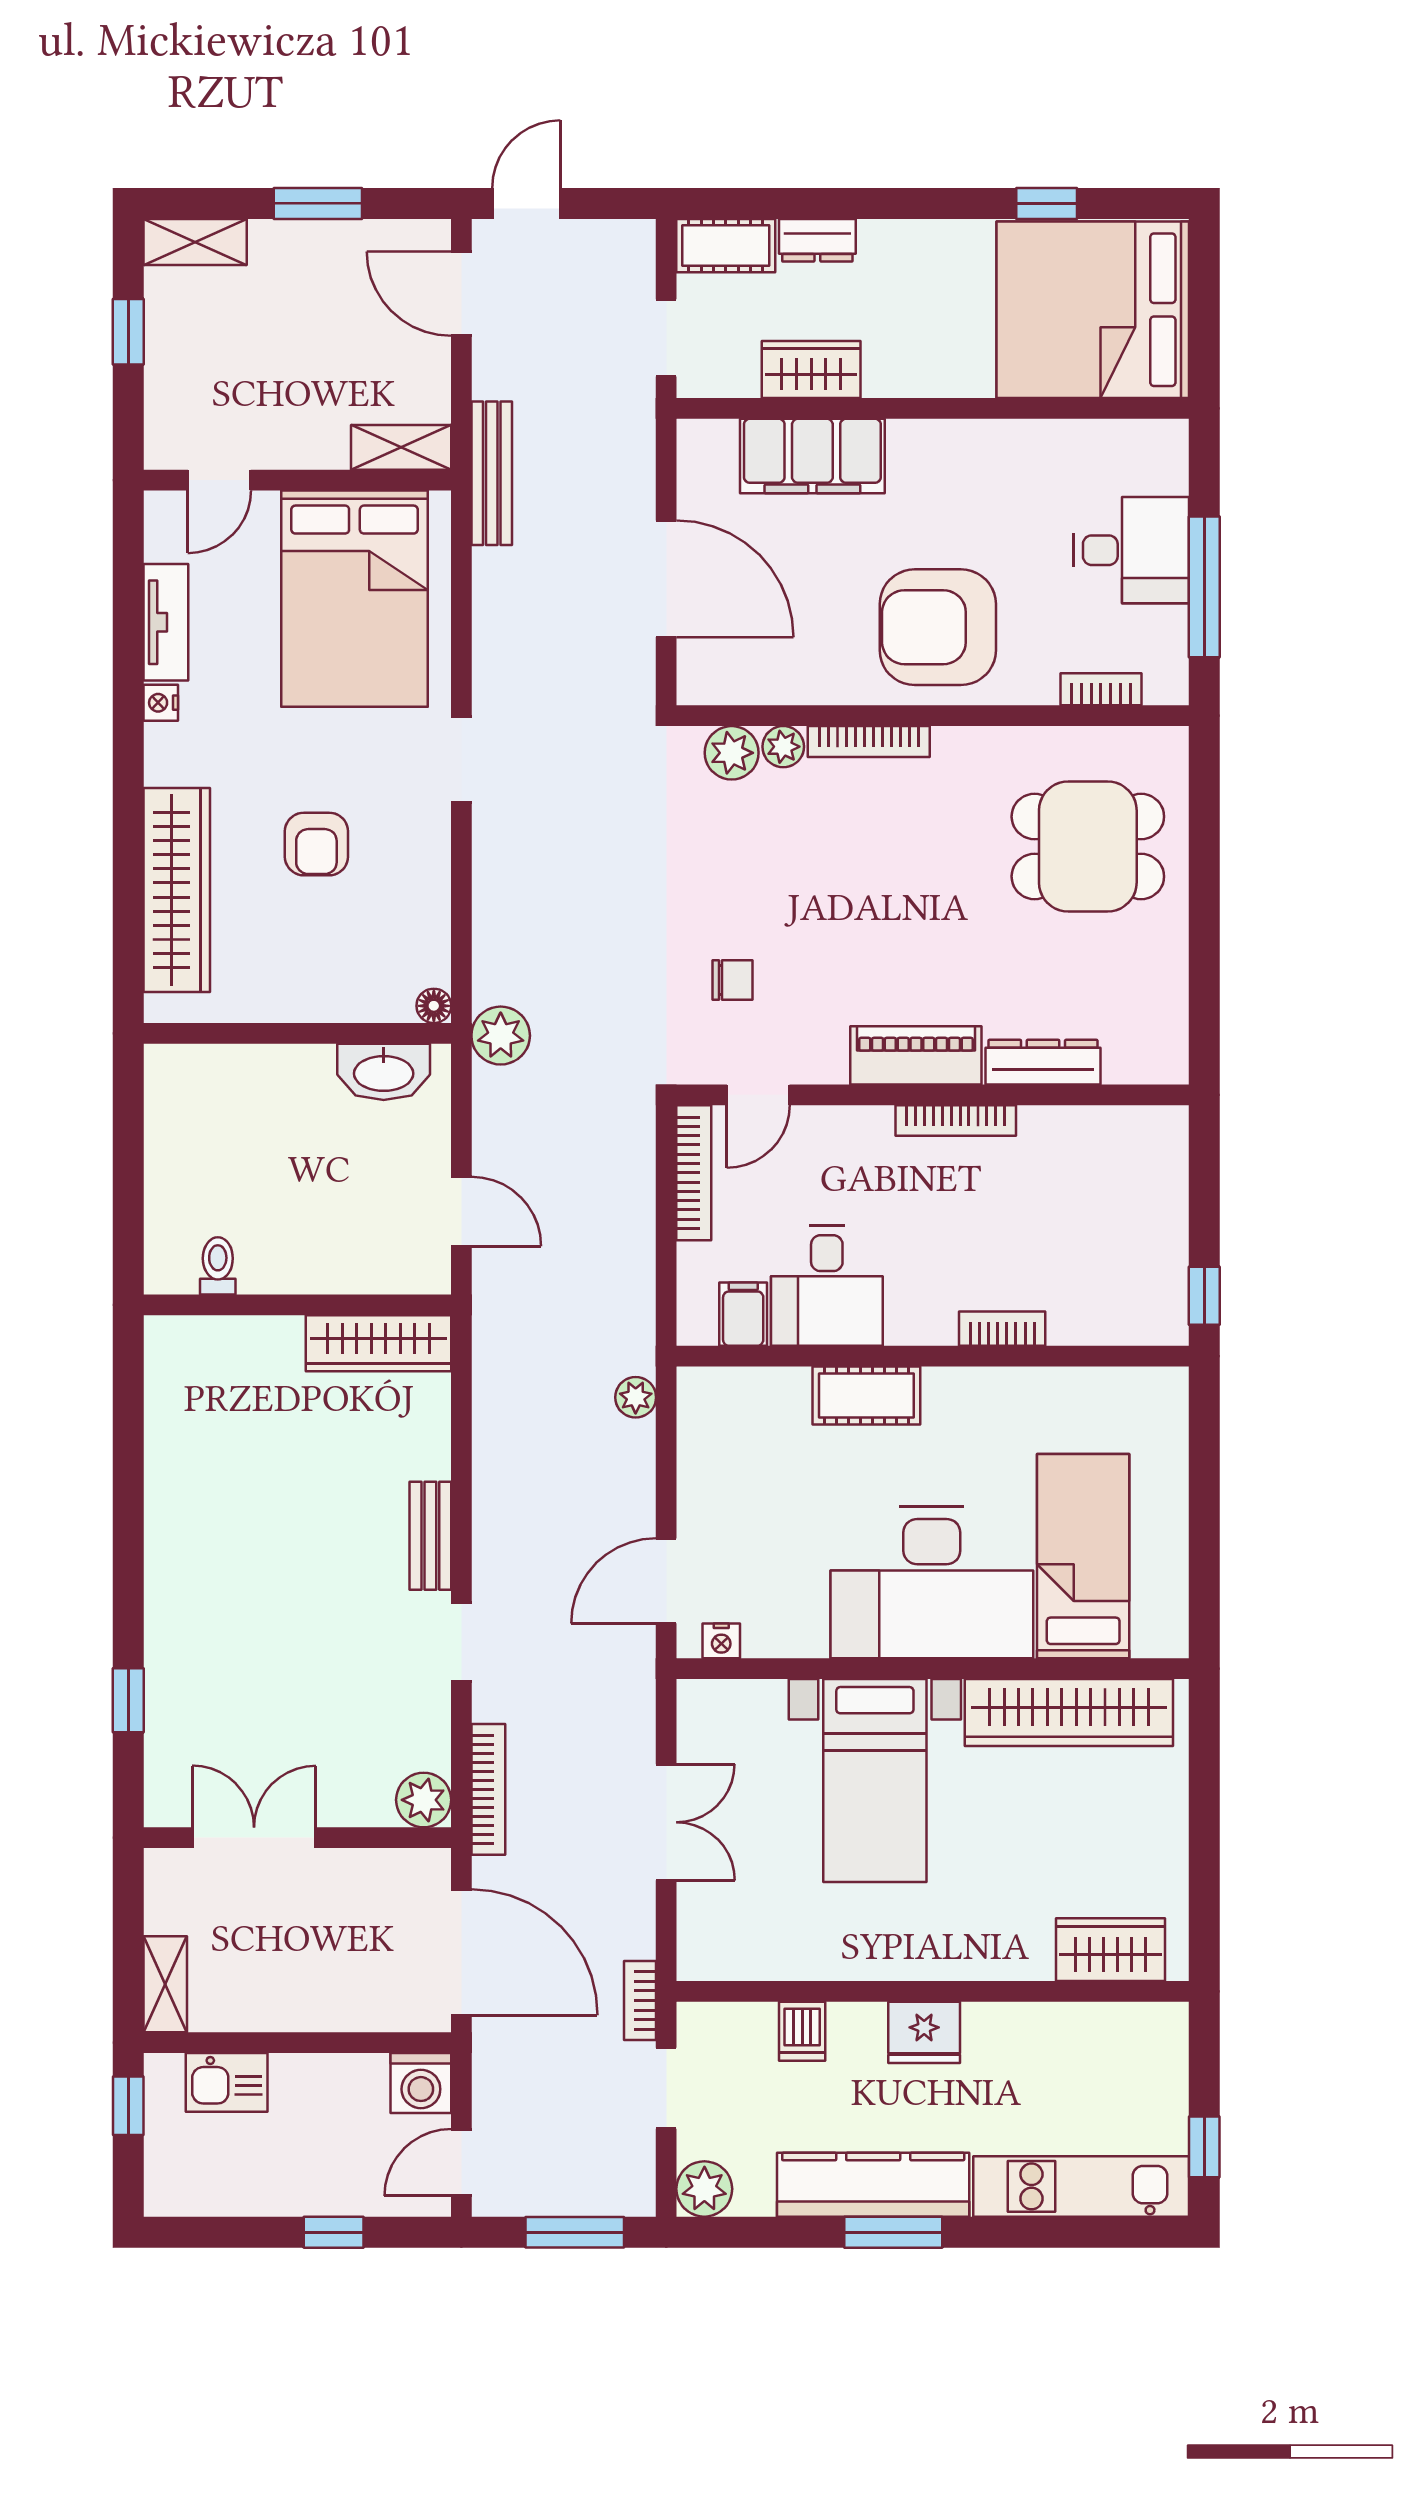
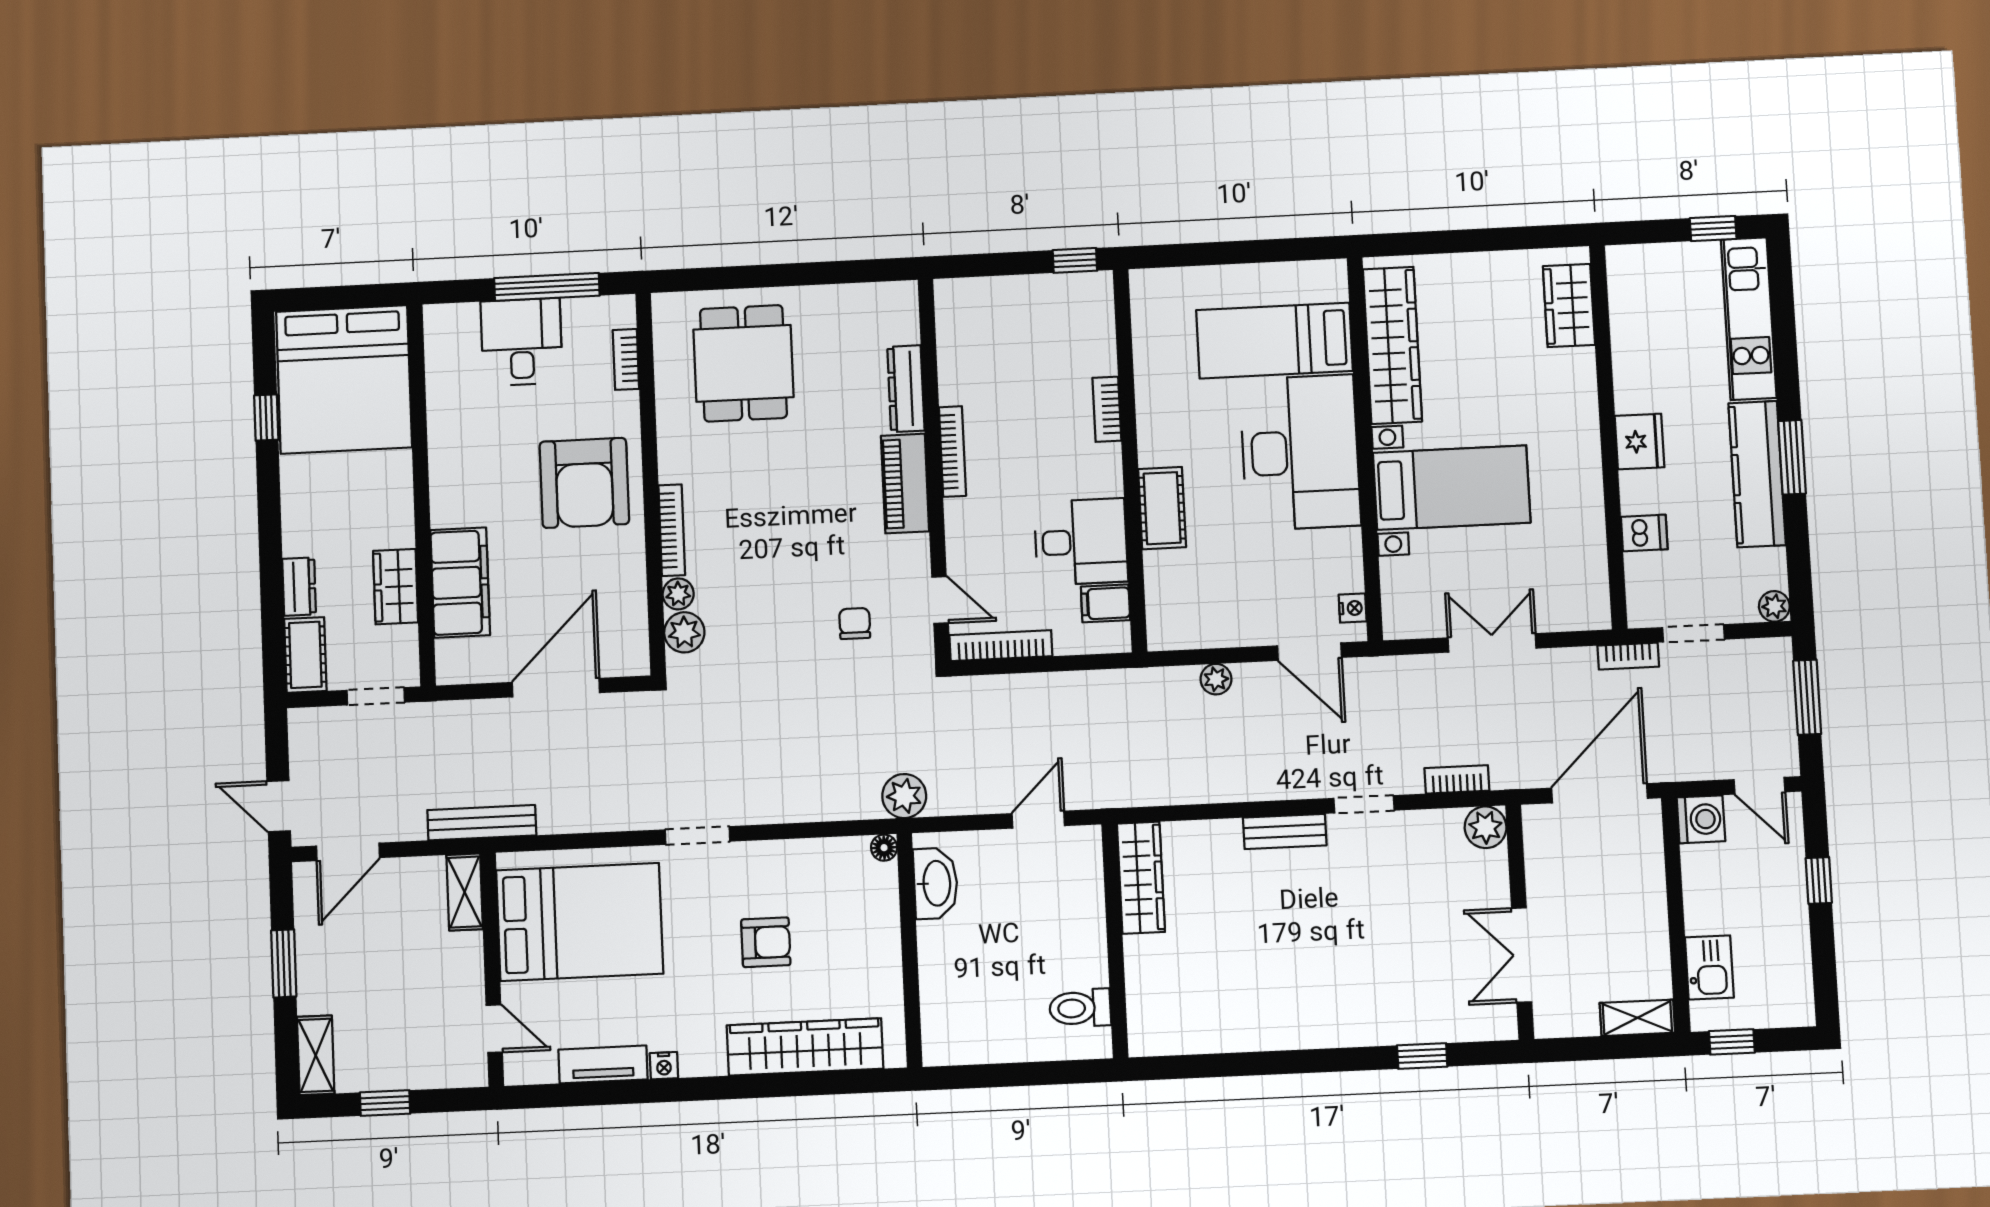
toilet: (218, 1266) -> (1080, 1008), width x1.37, depth x1.39
plant: (636, 1397) -> (1216, 679), moved
bookcase: (488, 1789) -> (1457, 779), width x0.64
plant: (704, 2189) -> (1774, 606), width x0.73, depth x0.73

